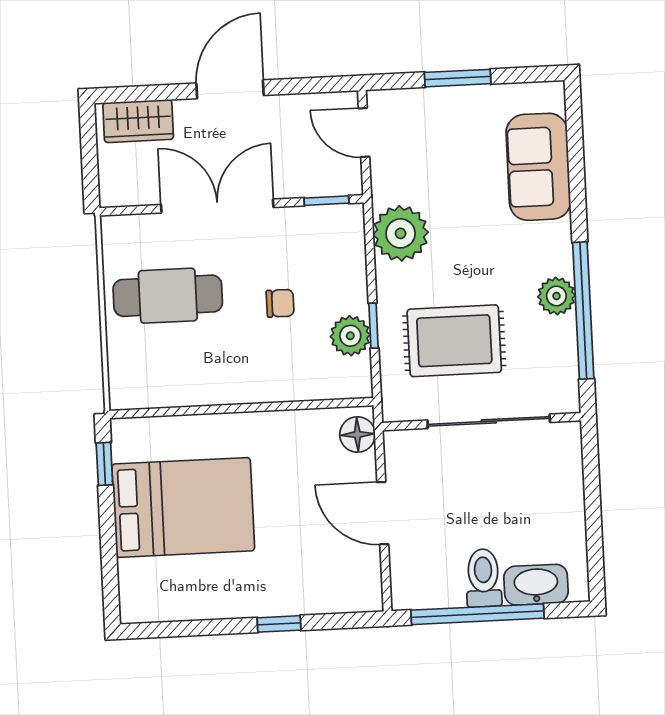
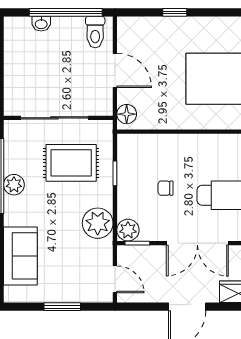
plant: (350, 336) -> (128, 230), moved
toilet: (483, 578) -> (95, 32), moved
washbasin: (536, 585) -> (41, 24), width x0.52, depth x0.69

